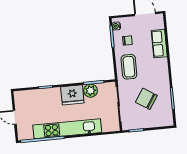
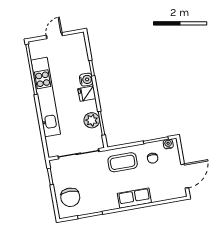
row of seats: (159, 44) -> (134, 198), moved
water cooler: (55, 93) -> (86, 80), added
fridge: (72, 95) -> (87, 94), width x0.53, depth x0.75
chair: (146, 99) -> (70, 197), moved, turned 147

